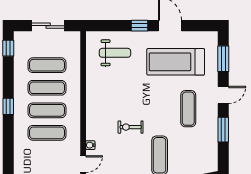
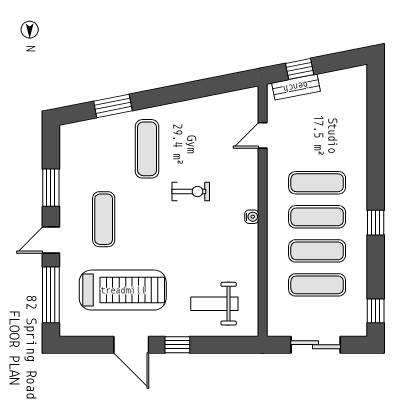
window: (223, 59) -> (51, 295), width x1.44
water cooler: (90, 145) -> (252, 217), moved

